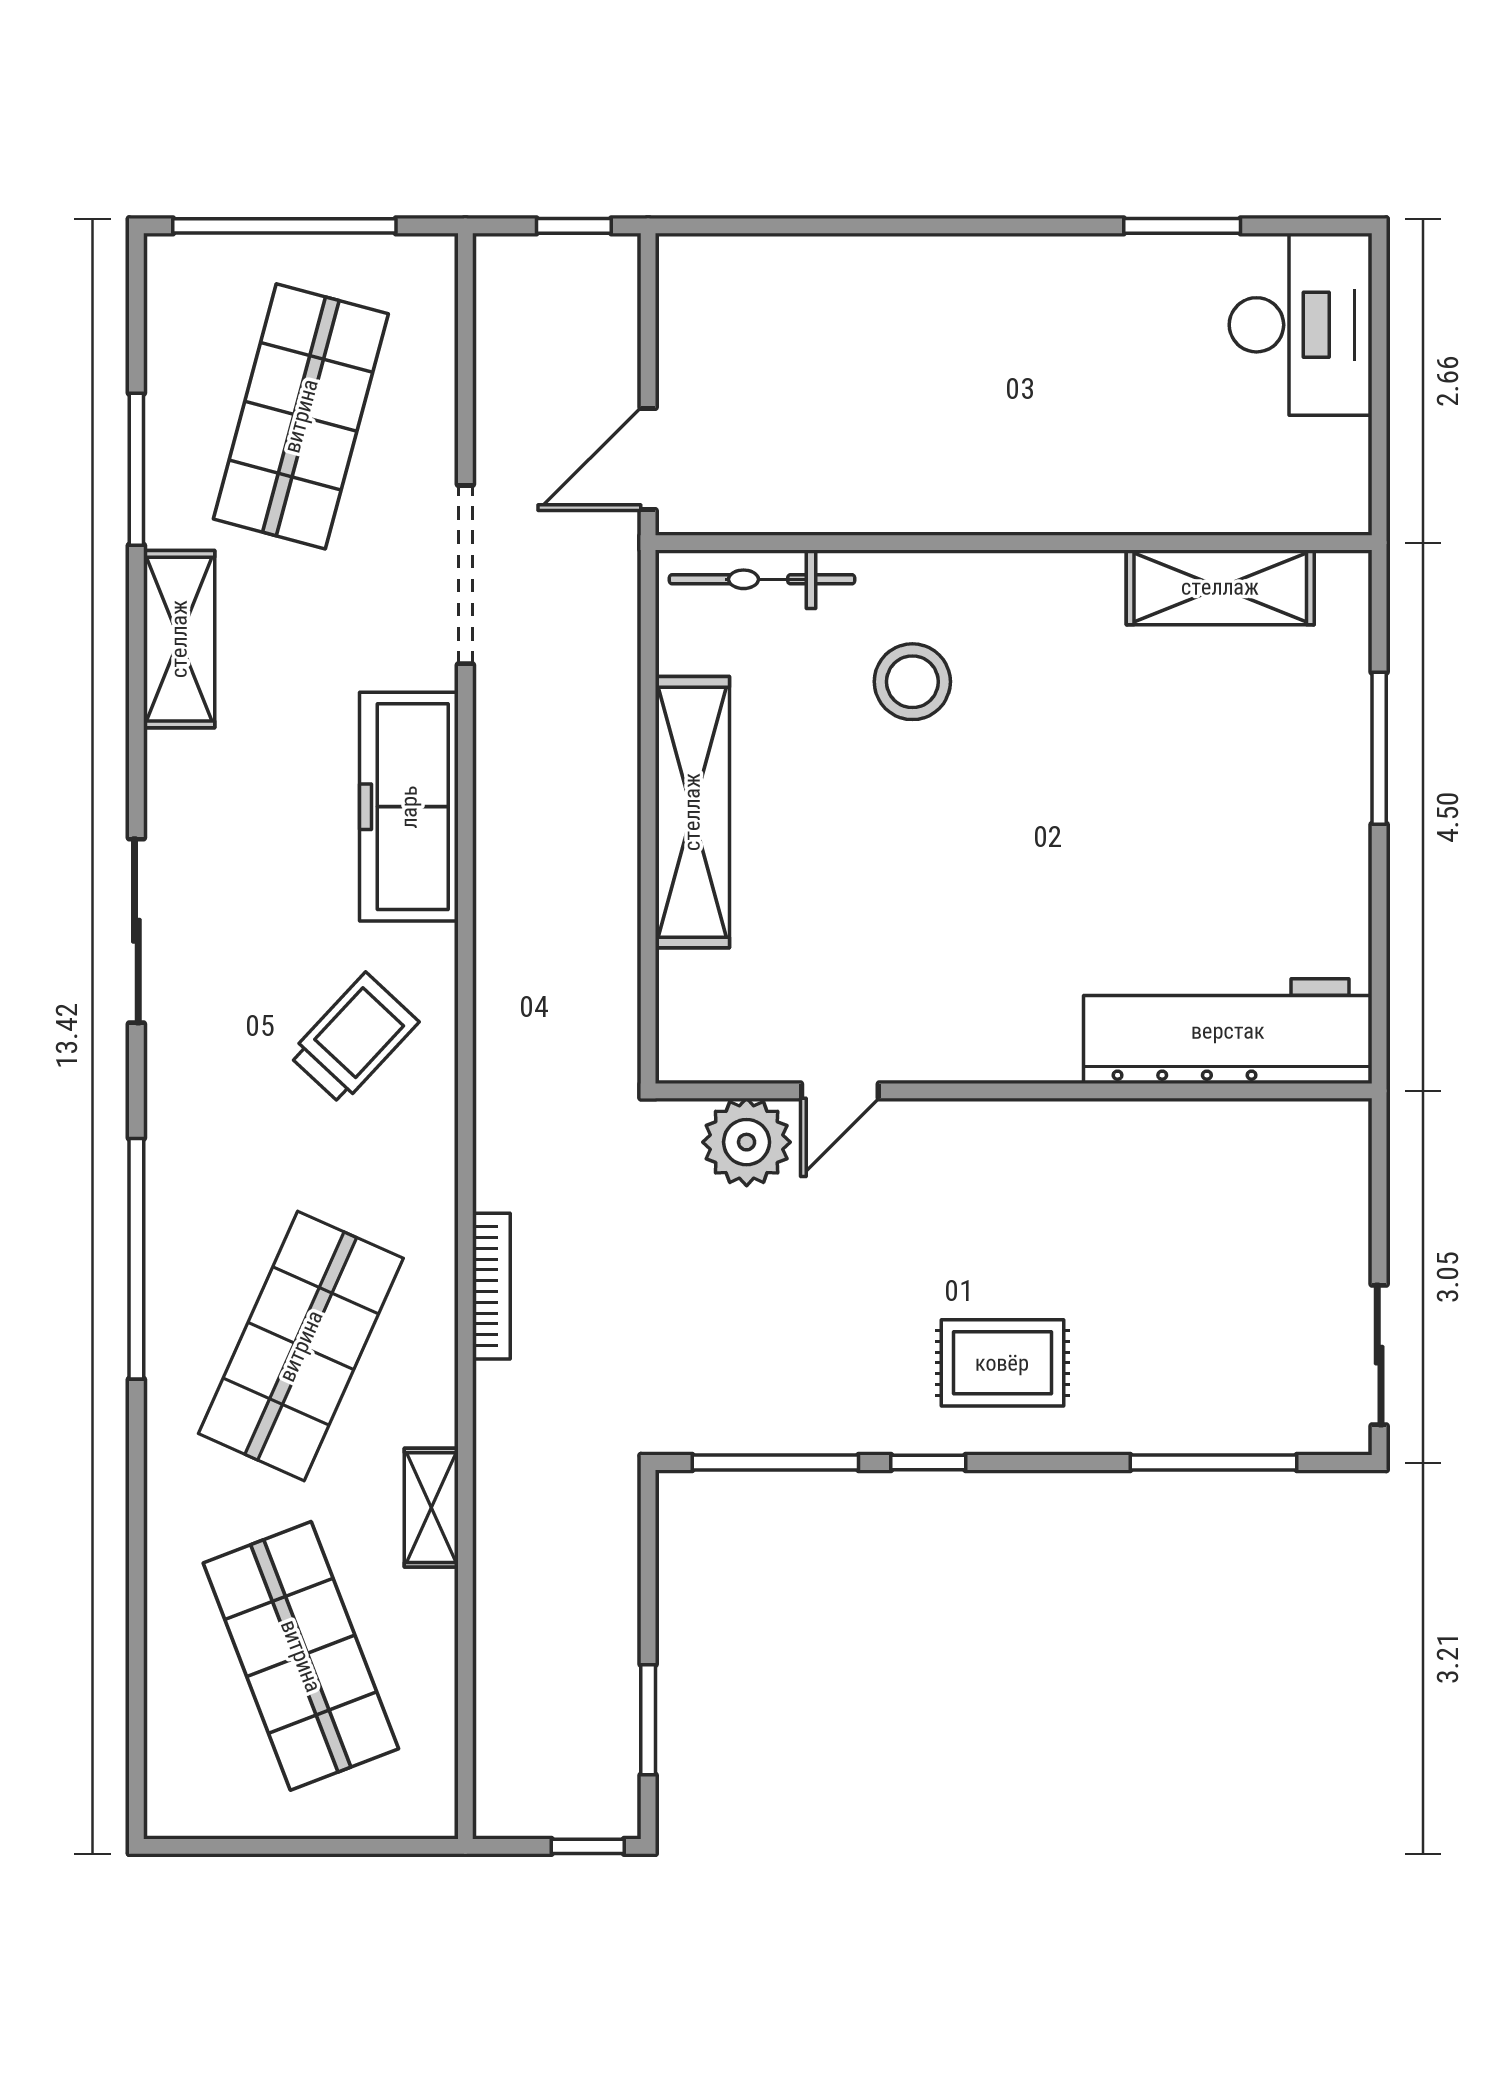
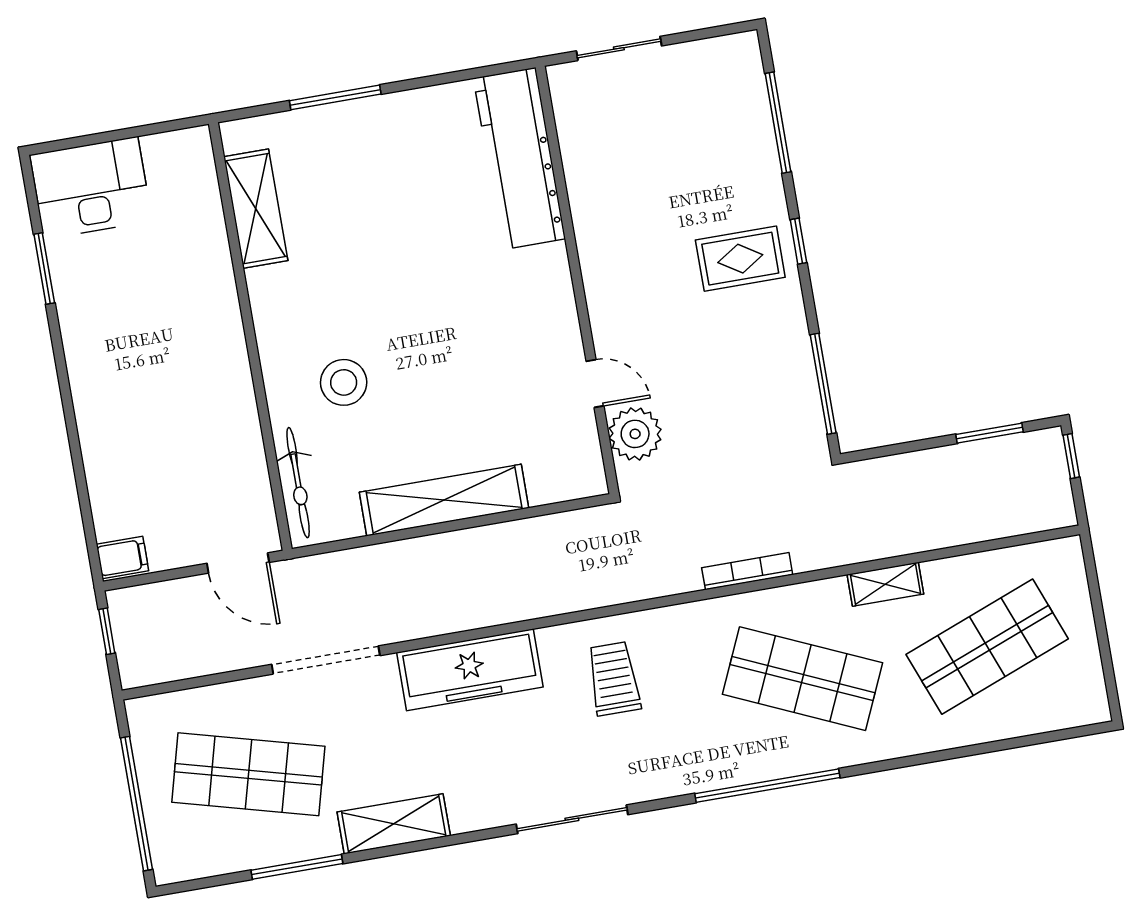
filing cabinet: (689, 272) -> (122, 558), added
trolley: (354, 1038) -> (614, 679), turned 47
sliding door: (1379, 1355) -> (619, 48), moved
rug: (1002, 1363) -> (740, 259), turned 90
window: (928, 1463) -> (798, 241), moved

